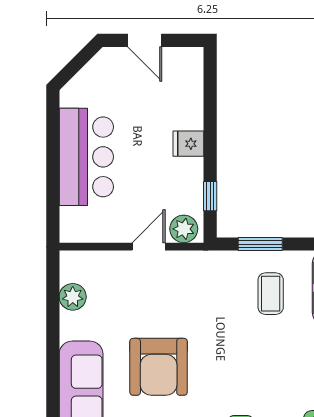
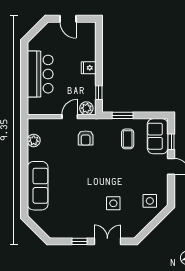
armchair: (159, 367) -> (86, 138), moved, width x0.53, depth x0.53

